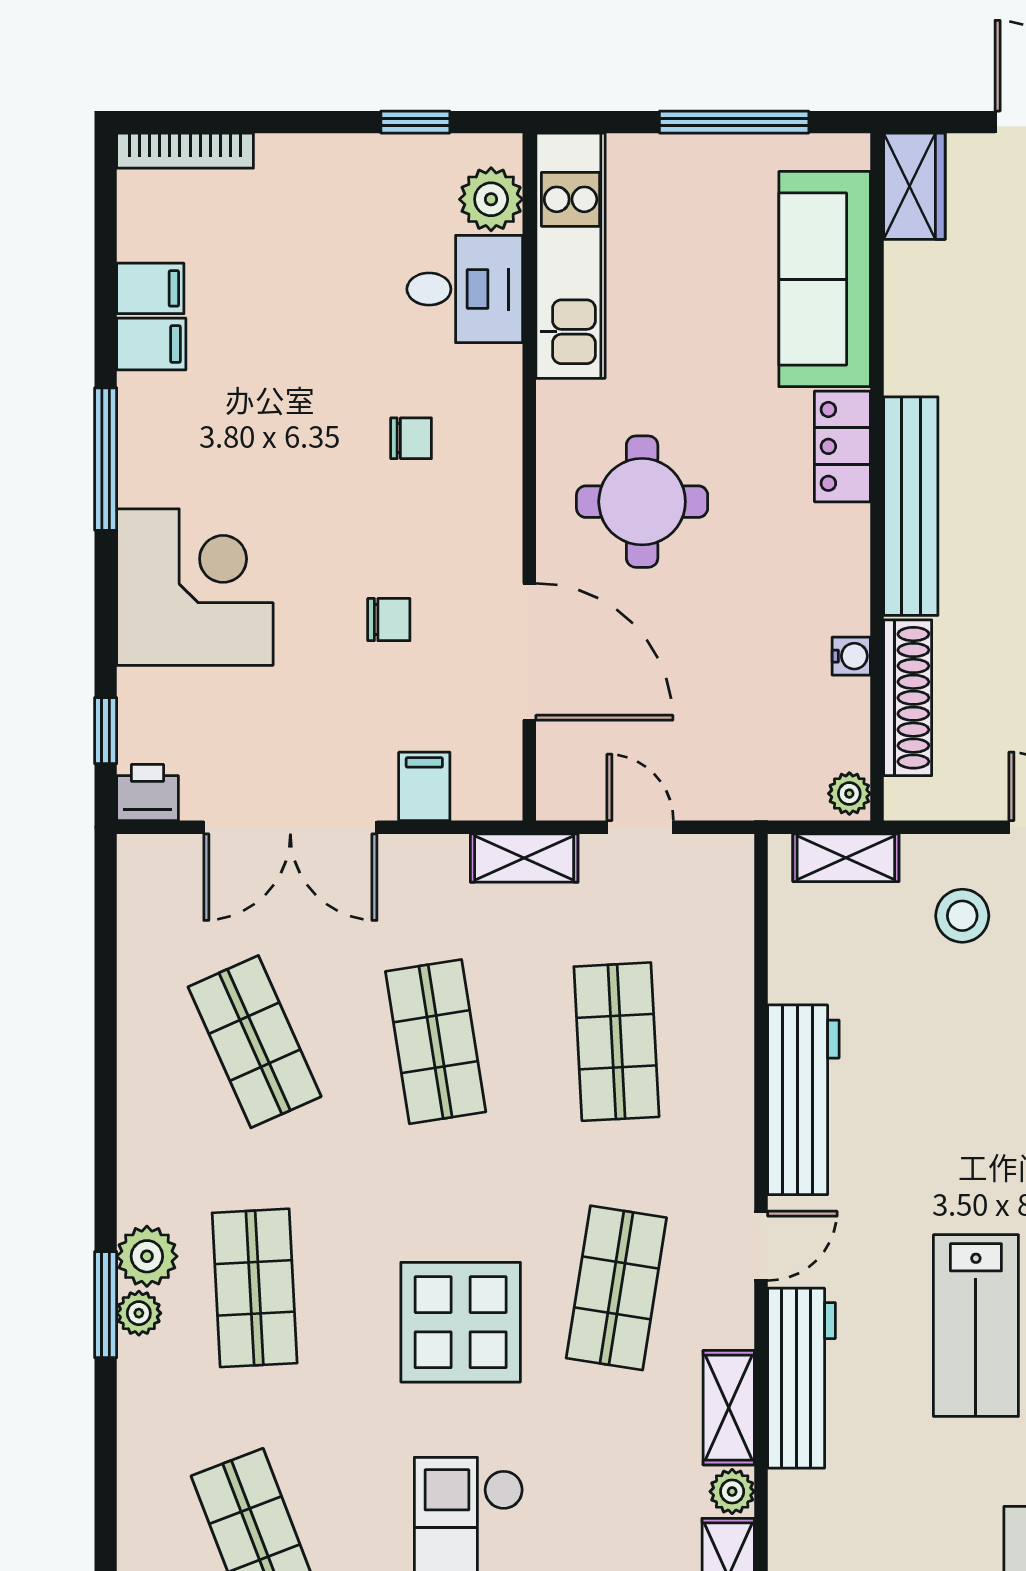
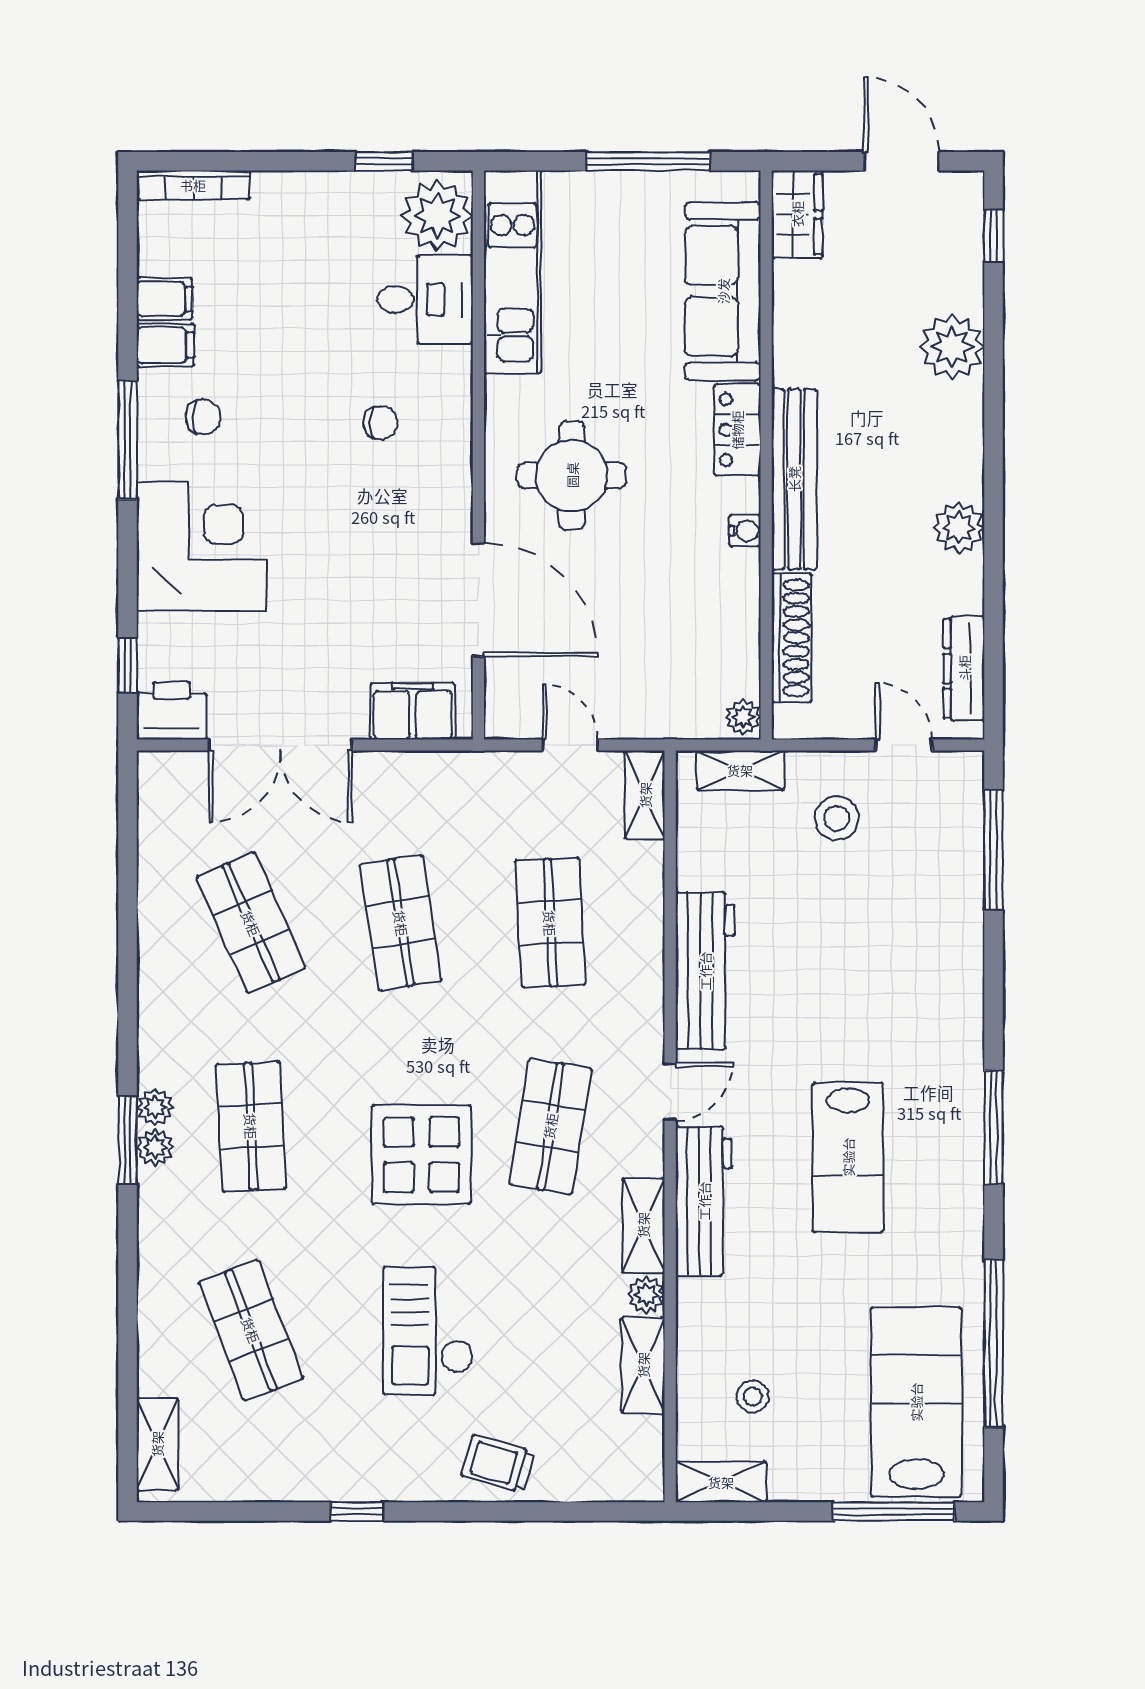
plant: (491, 199) -> (437, 216), width x1.36, depth x1.36
chair: (389, 620) -> (203, 417), moved
water cooler: (851, 656) -> (745, 531), moved
filing cabinet: (424, 786) -> (413, 711), width x2.00
printer: (148, 792) -> (172, 711), width x1.36, depth x1.24
shelving: (524, 858) -> (645, 795), moved, turned 90
plant: (147, 1256) -> (155, 1107), width x0.73, depth x0.73

